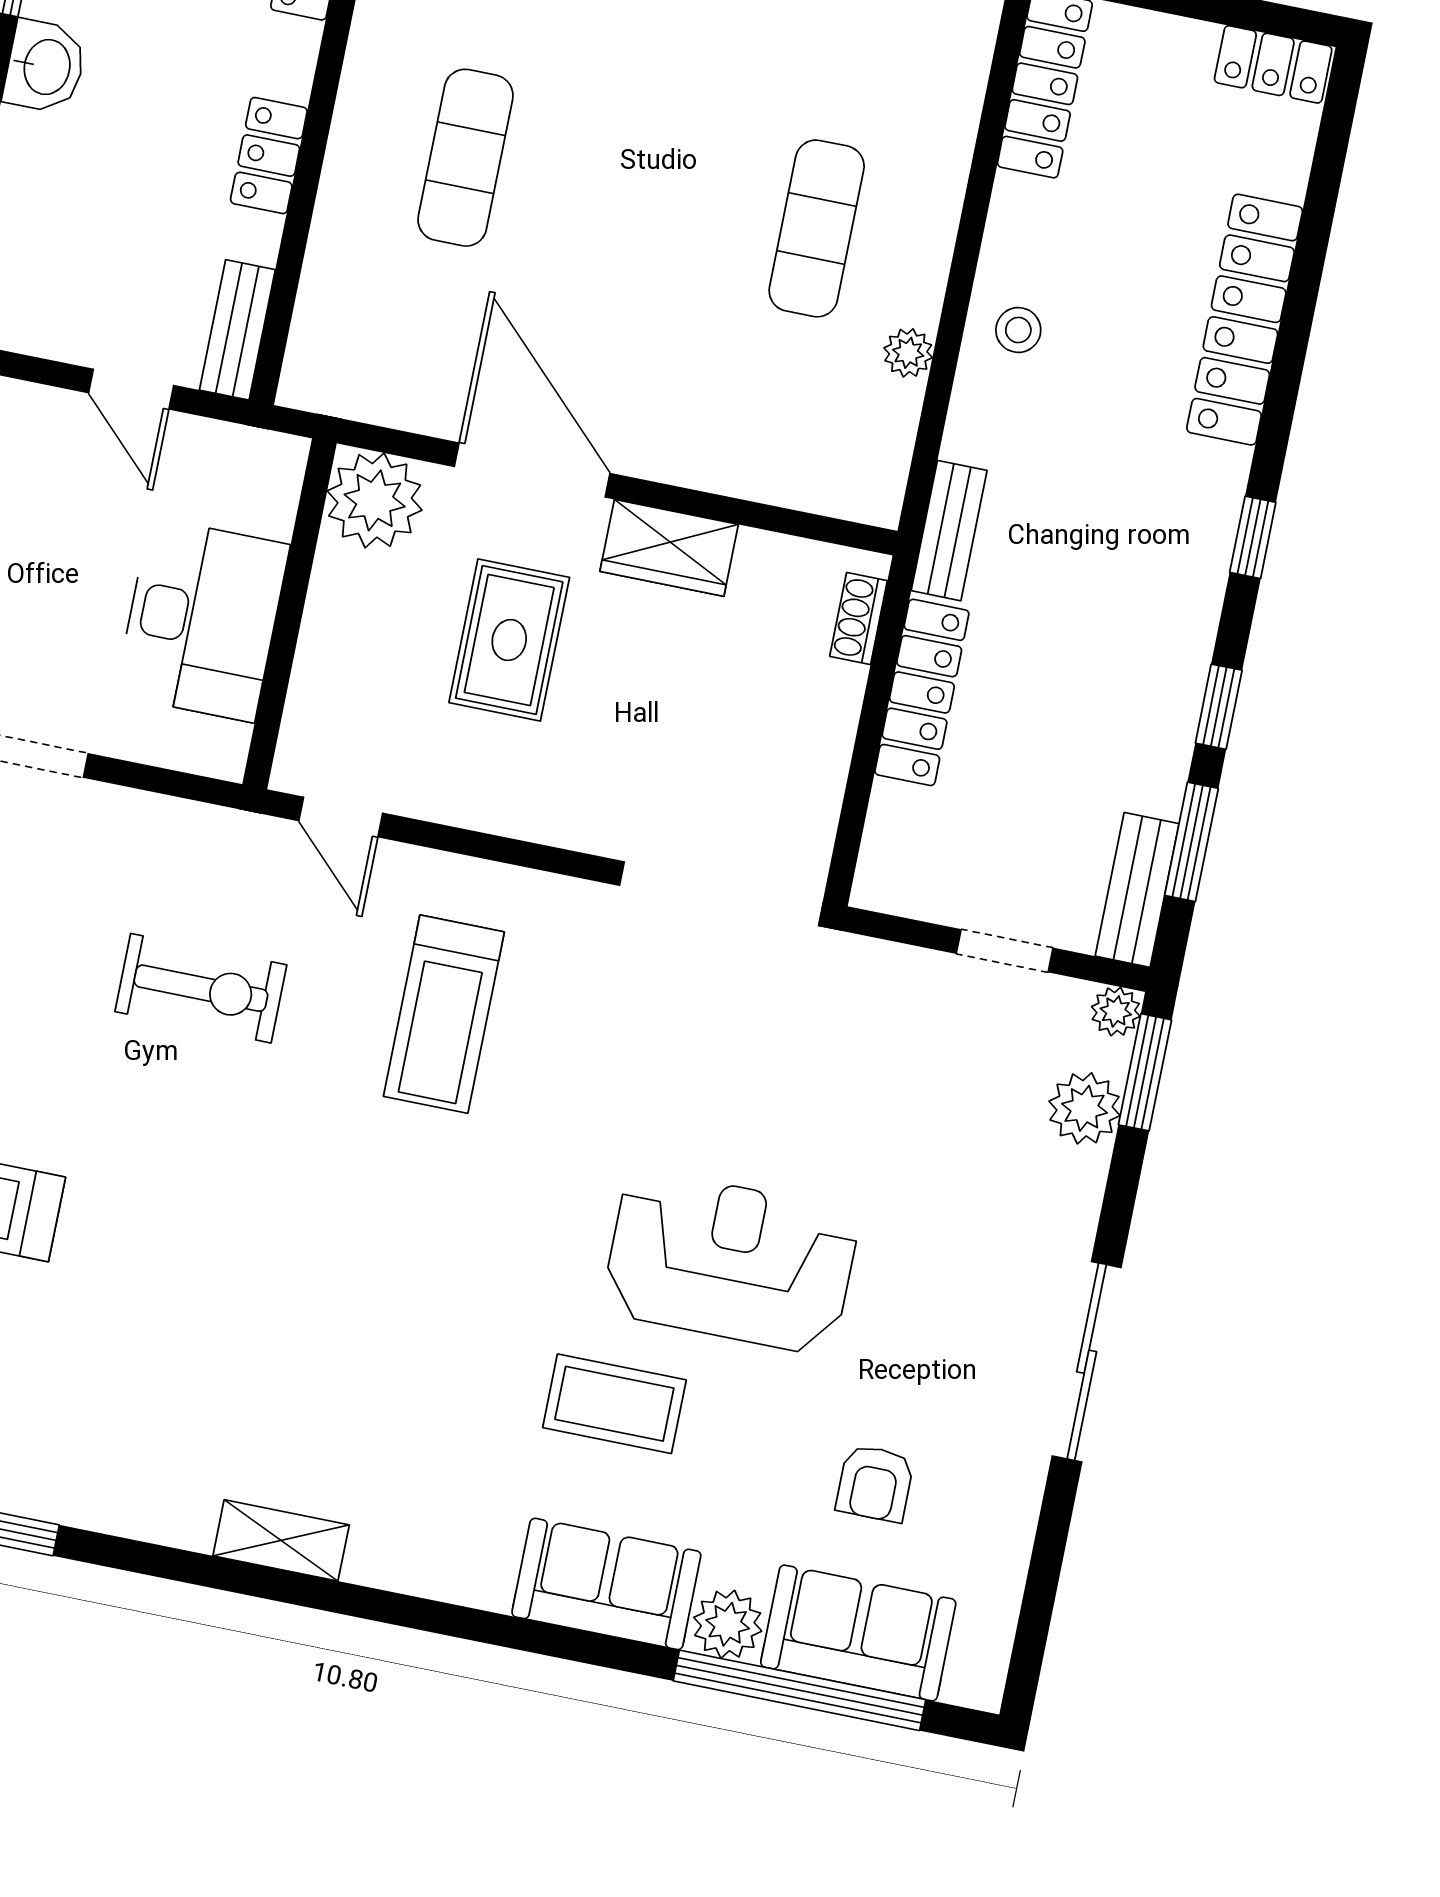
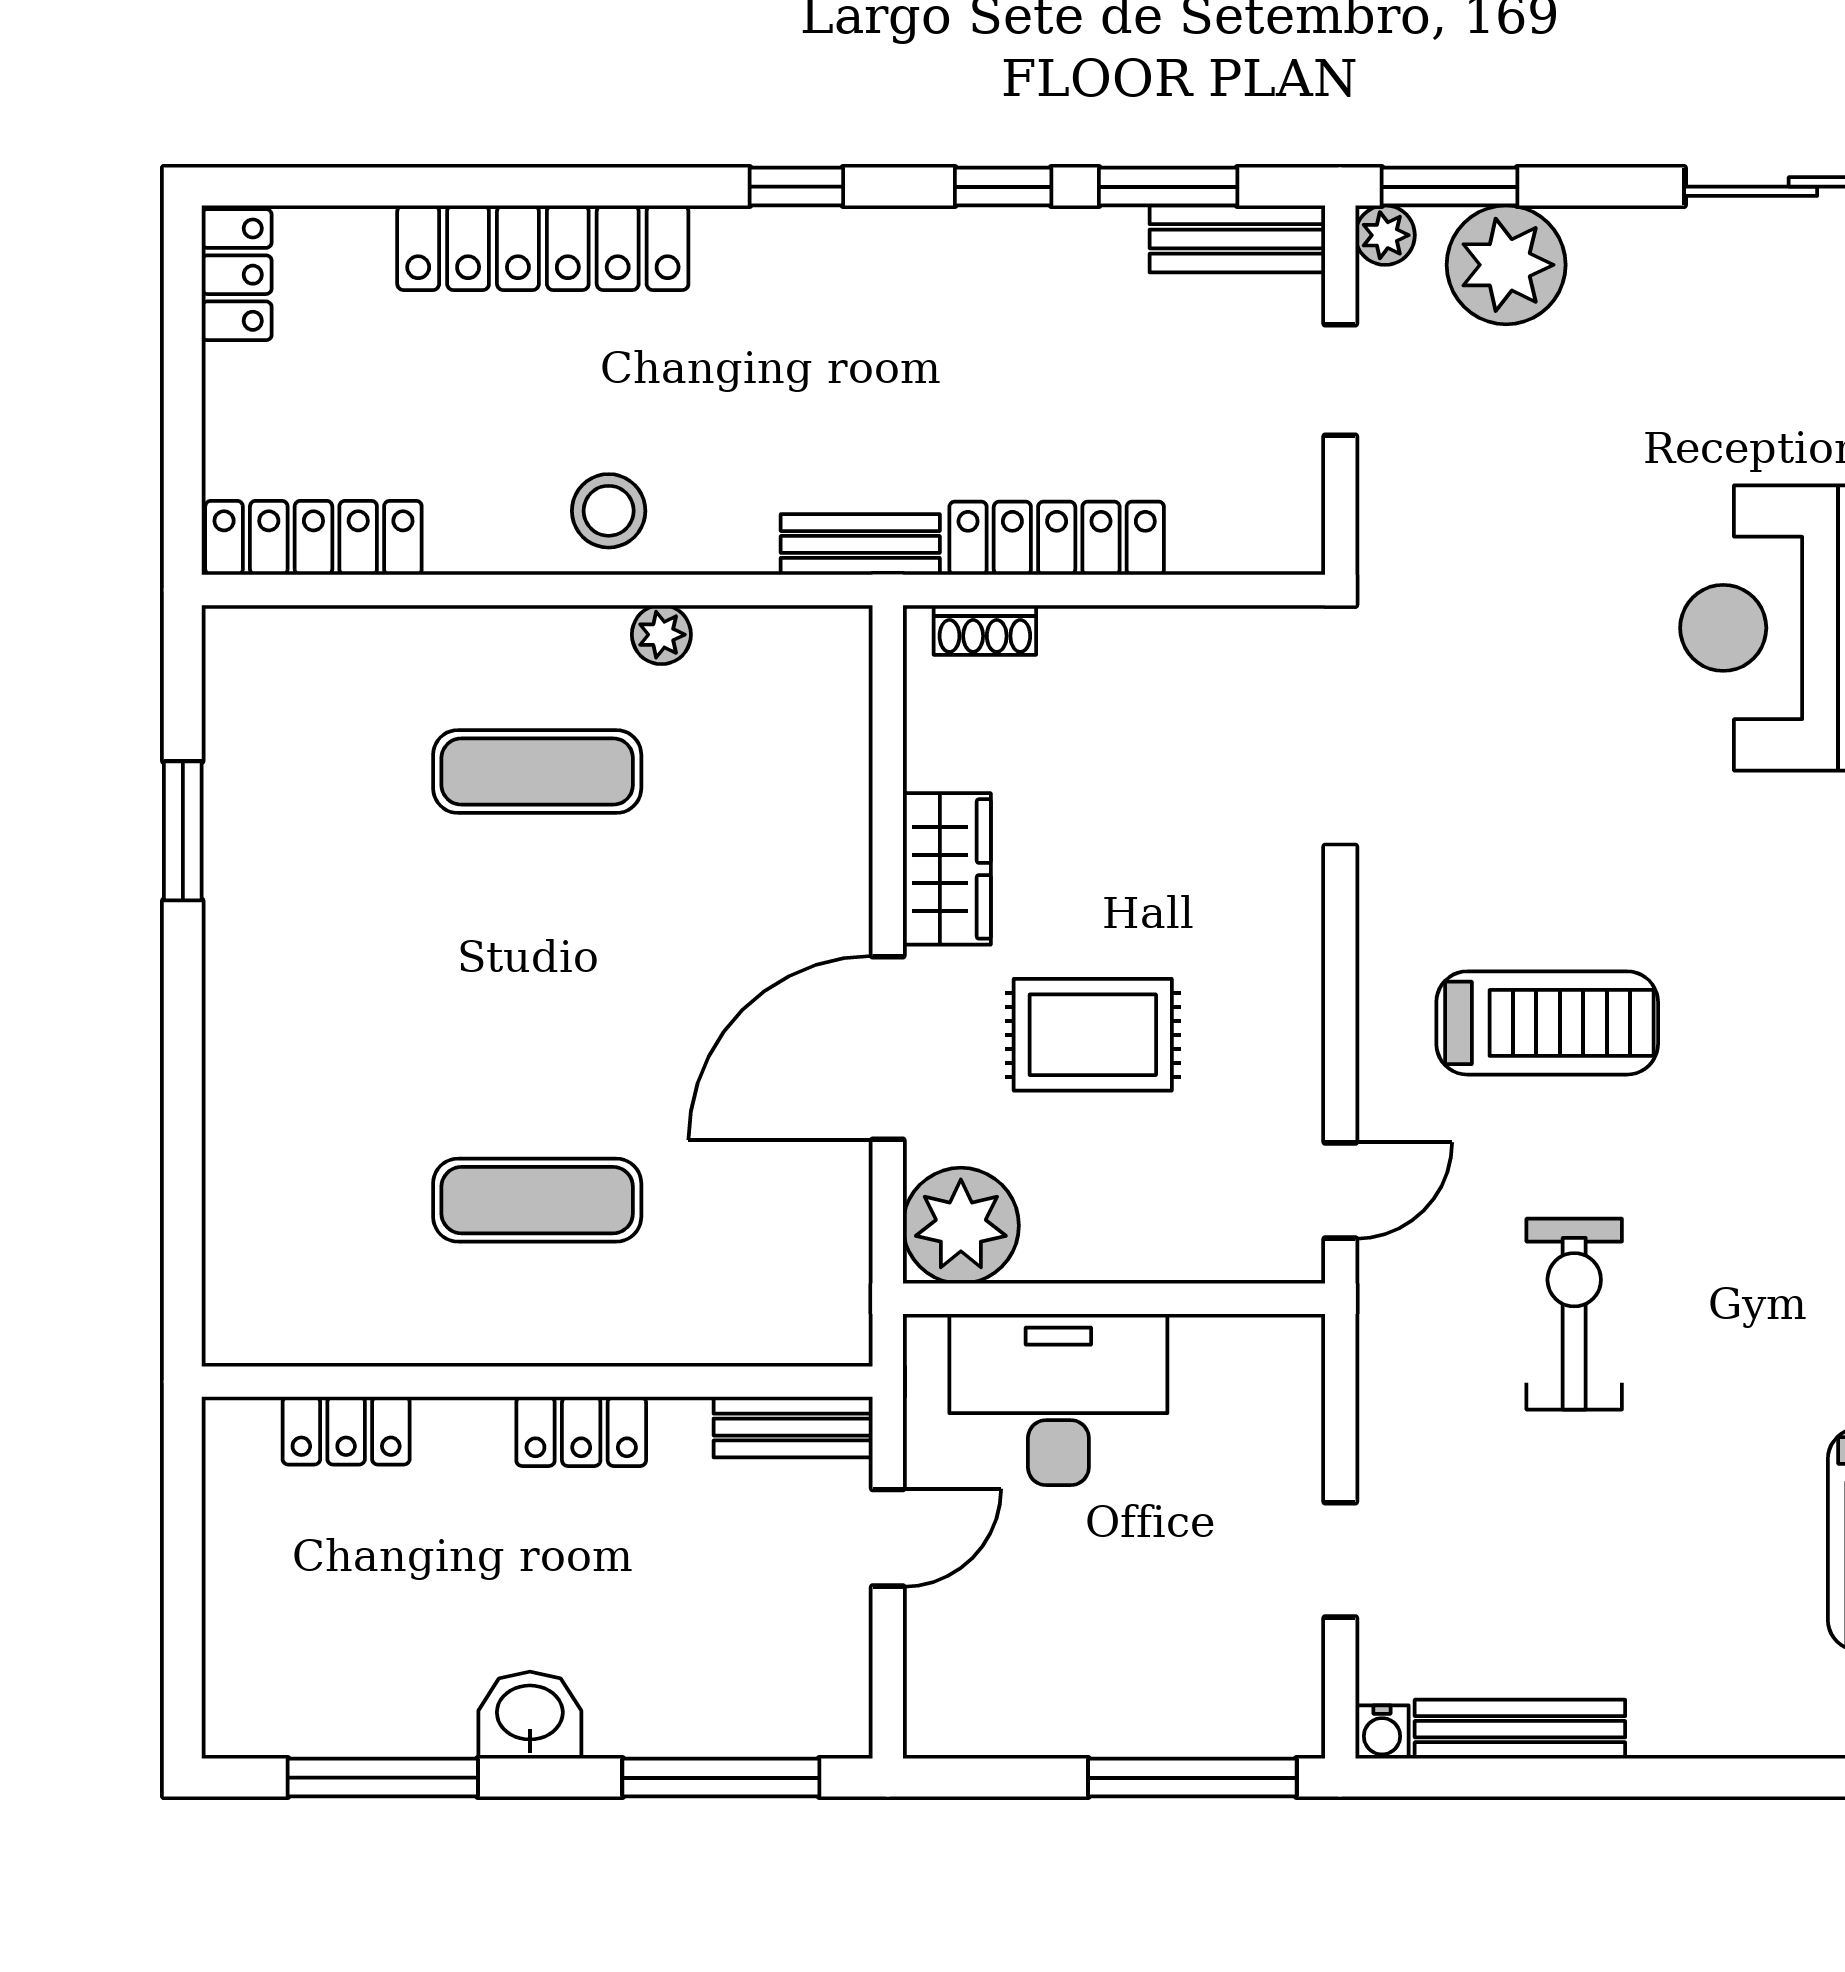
stool: (1018, 330) -> (609, 511), width x1.37, depth x1.37
desk: (202, 620) -> (1058, 1399), moved
plant: (1085, 1108) -> (1506, 265), width x1.36, depth x1.36

